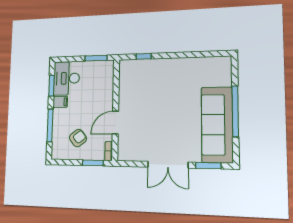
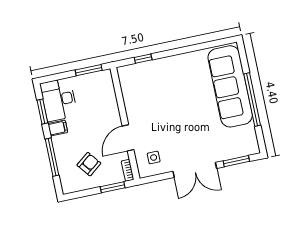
sofa: (217, 125) -> (230, 86), moved
side table: (134, 145) -> (154, 158), added

